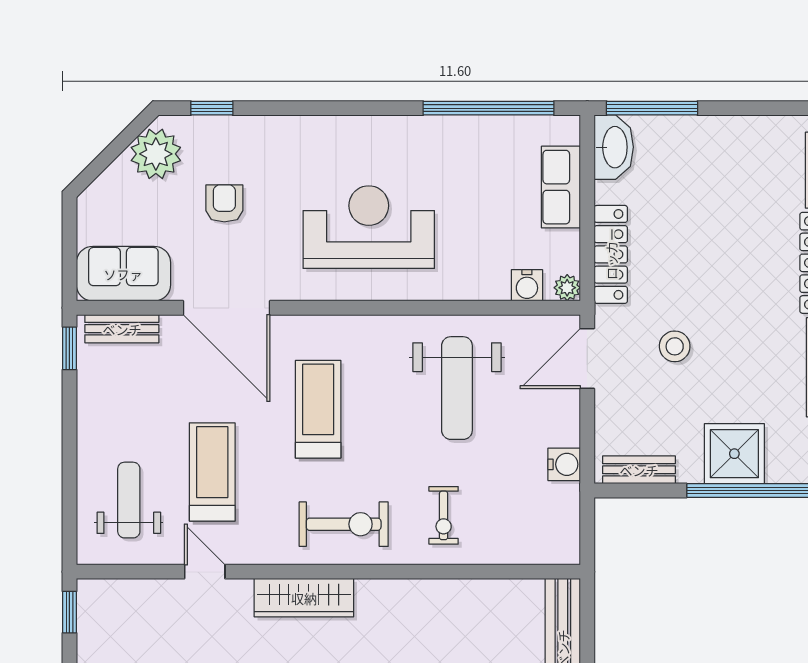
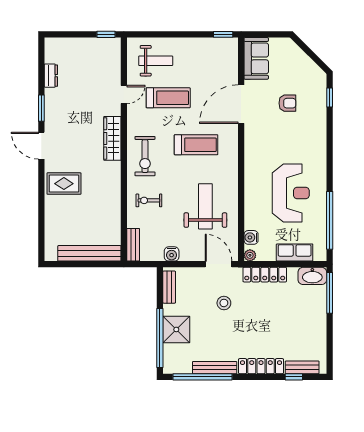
plant: (156, 154) -> (309, 73), removed
reception desk: (369, 227) -> (291, 193), moved
bench: (122, 329) -> (133, 245), moved
weight bench: (457, 388) -> (205, 206), turned 90

